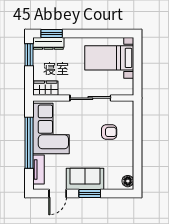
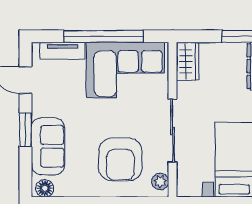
plant: (123, 106) -> (160, 181), added
armchair: (109, 132) -> (120, 159), width x1.88, depth x1.88
sofa: (85, 179) -> (48, 146), moved

